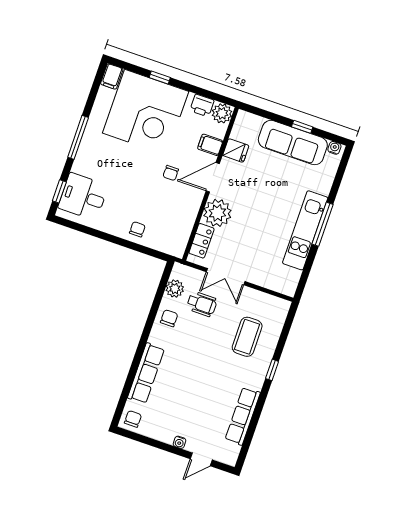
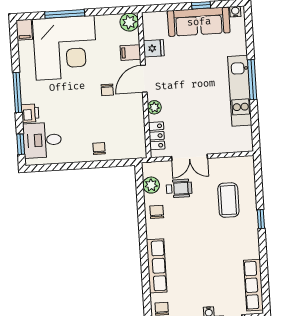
window: (160, 78) -> (65, 14), width x2.17
printer: (202, 105) -> (30, 113), moved, turned -90
plant: (217, 213) -> (154, 107), width x0.53, depth x0.53
row of seats: (243, 416) -> (254, 285), moved

